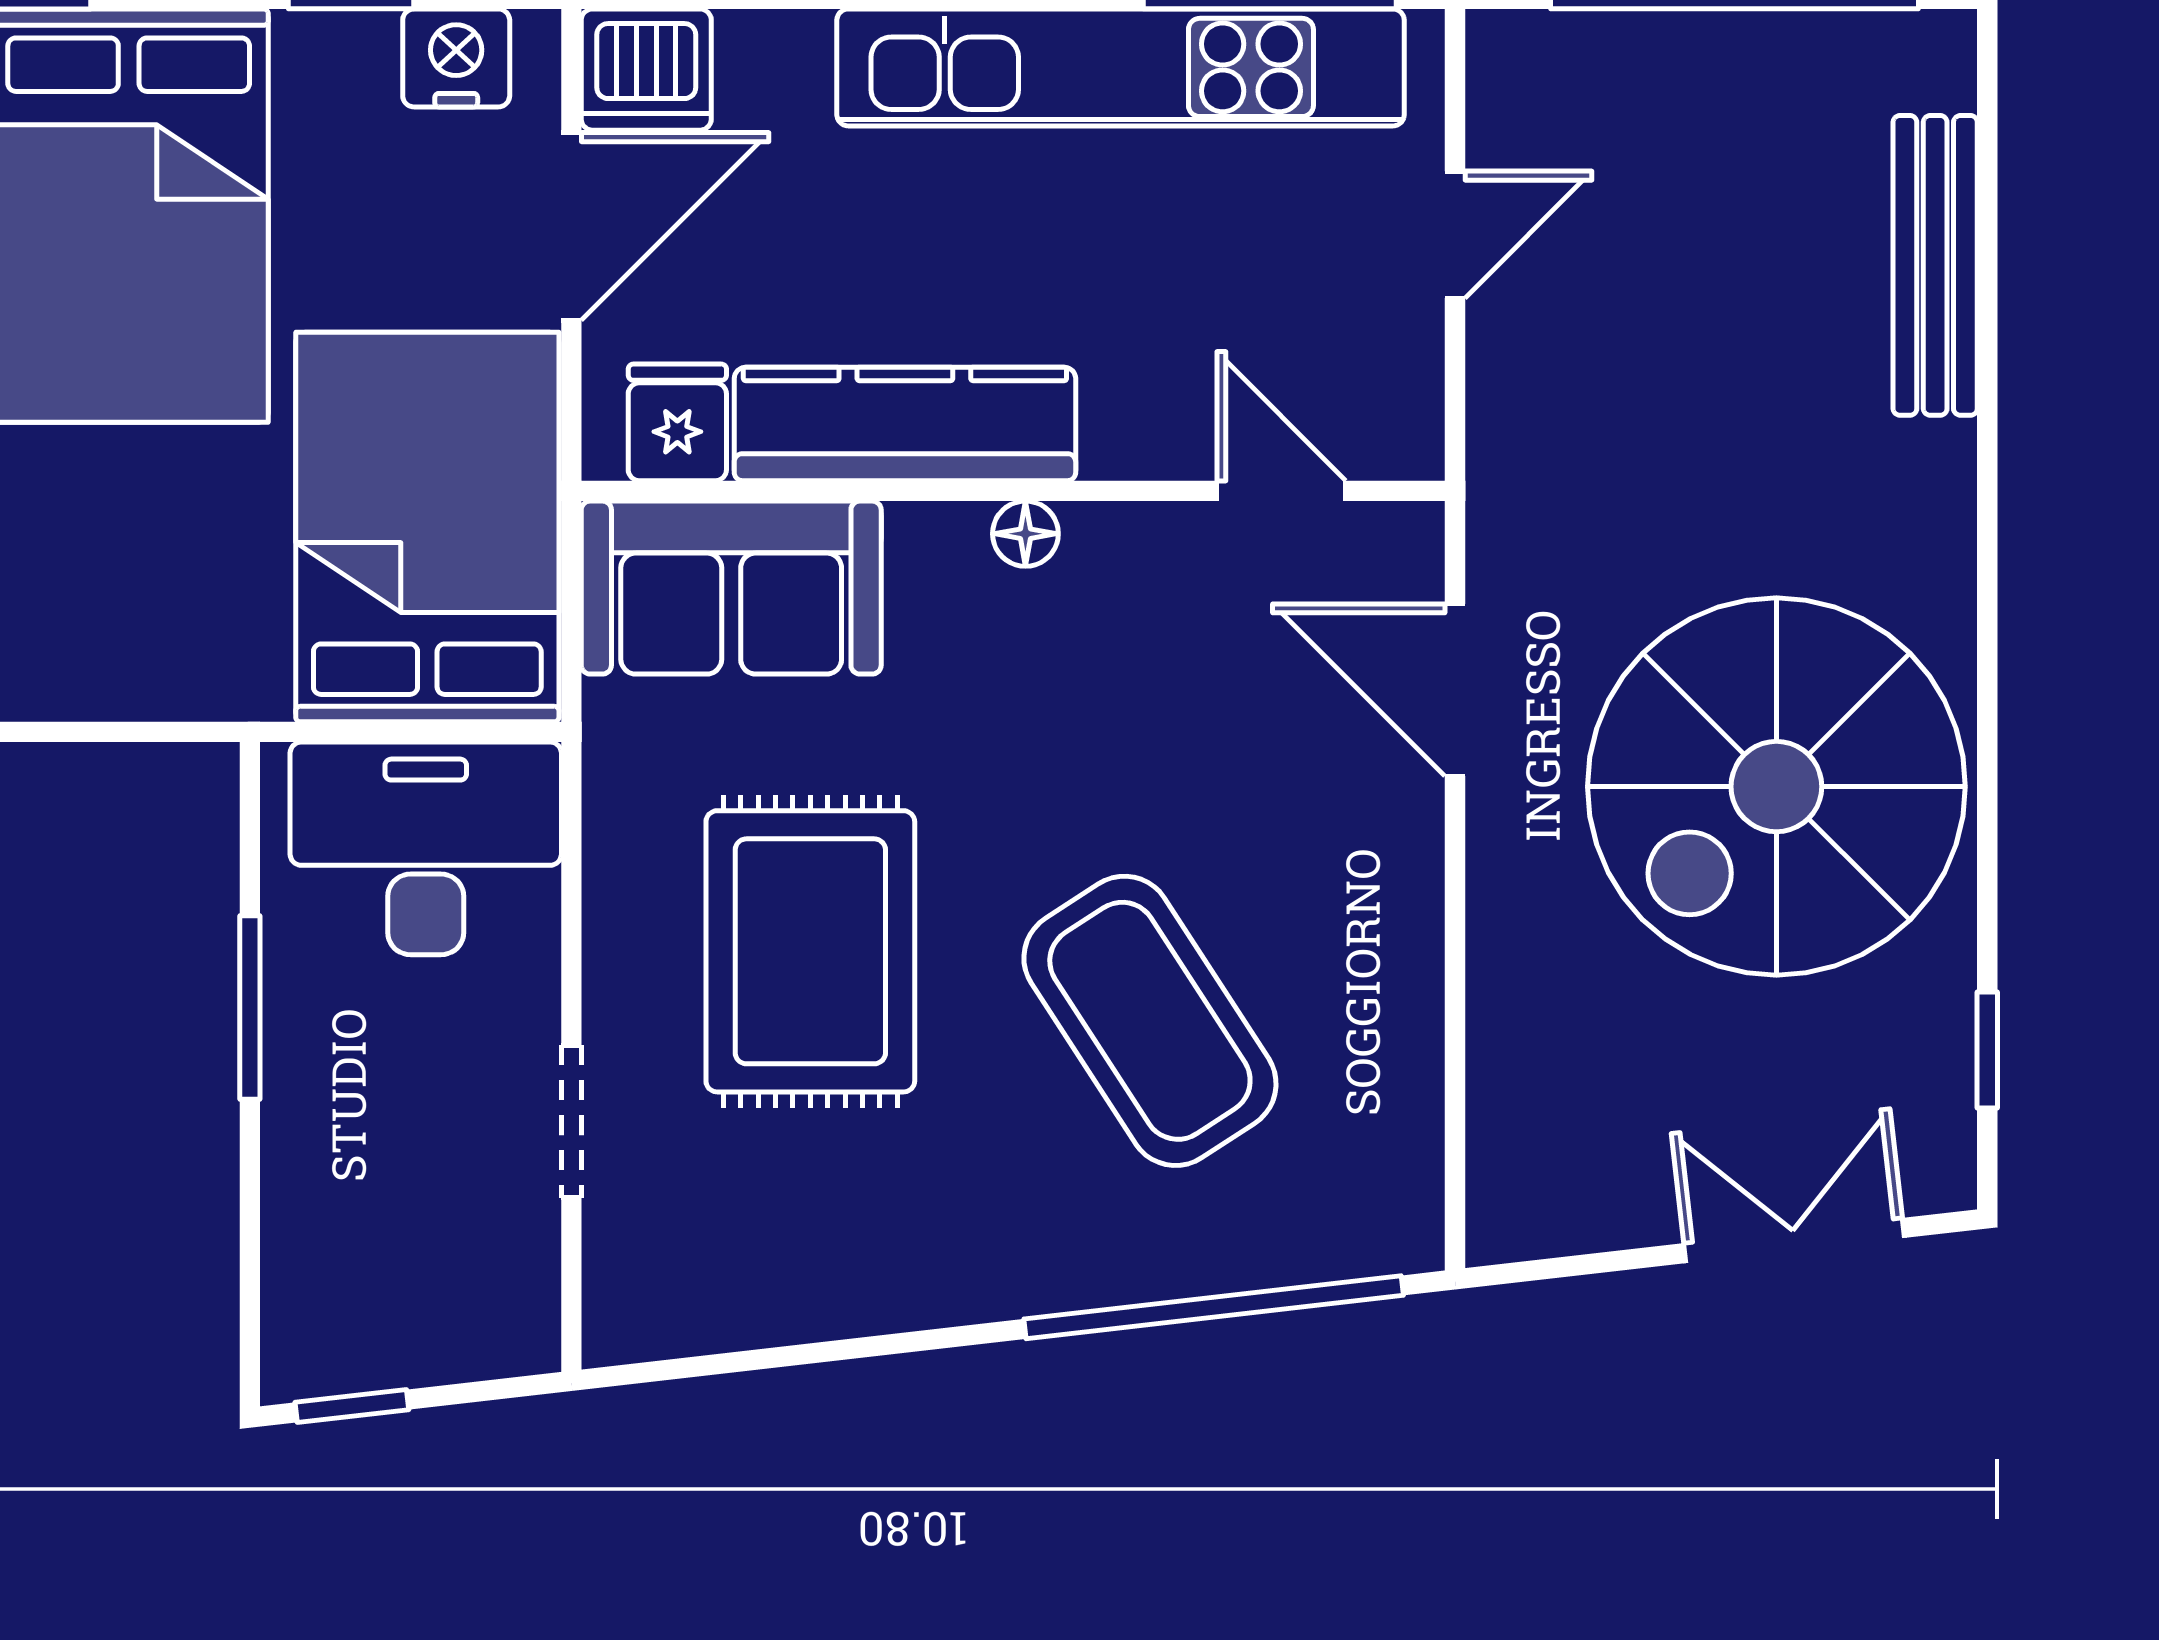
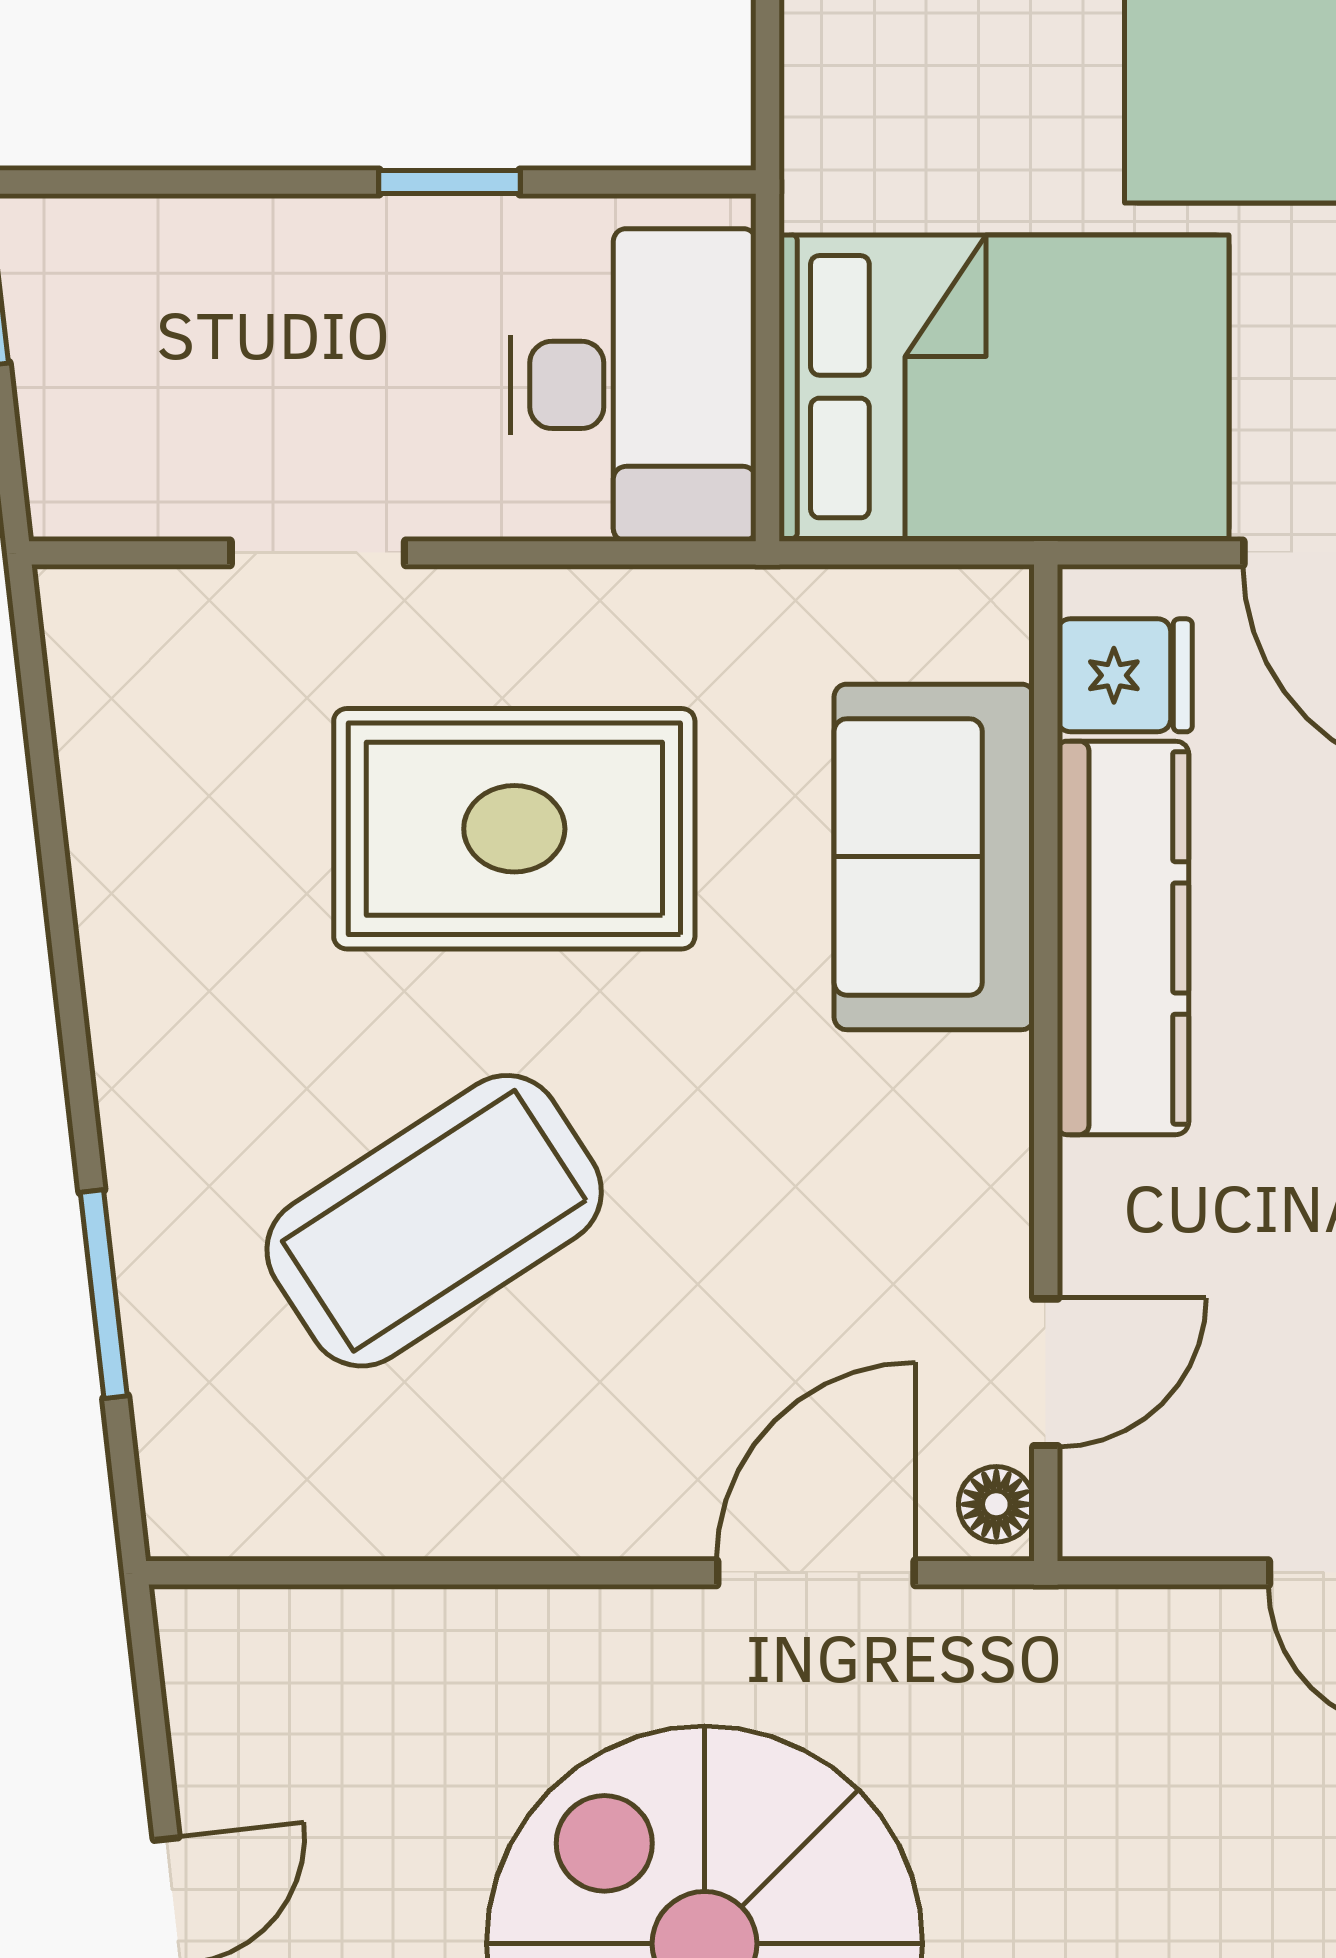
floor lamp: (1025, 534) -> (996, 1504), moved
sofa: (731, 588) -> (934, 857), moved
window: (250, 1008) -> (449, 182), width x0.67
window: (1214, 1307) -> (104, 1294), width x0.47

